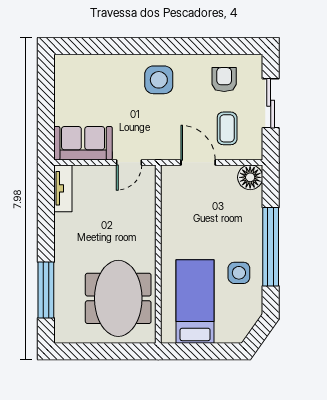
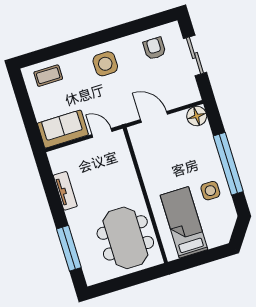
coffee table: (227, 128) -> (48, 76), moved, turned 90
door: (129, 162) -> (102, 133), swing flipped
tv unit: (63, 188) -> (65, 191), moved

